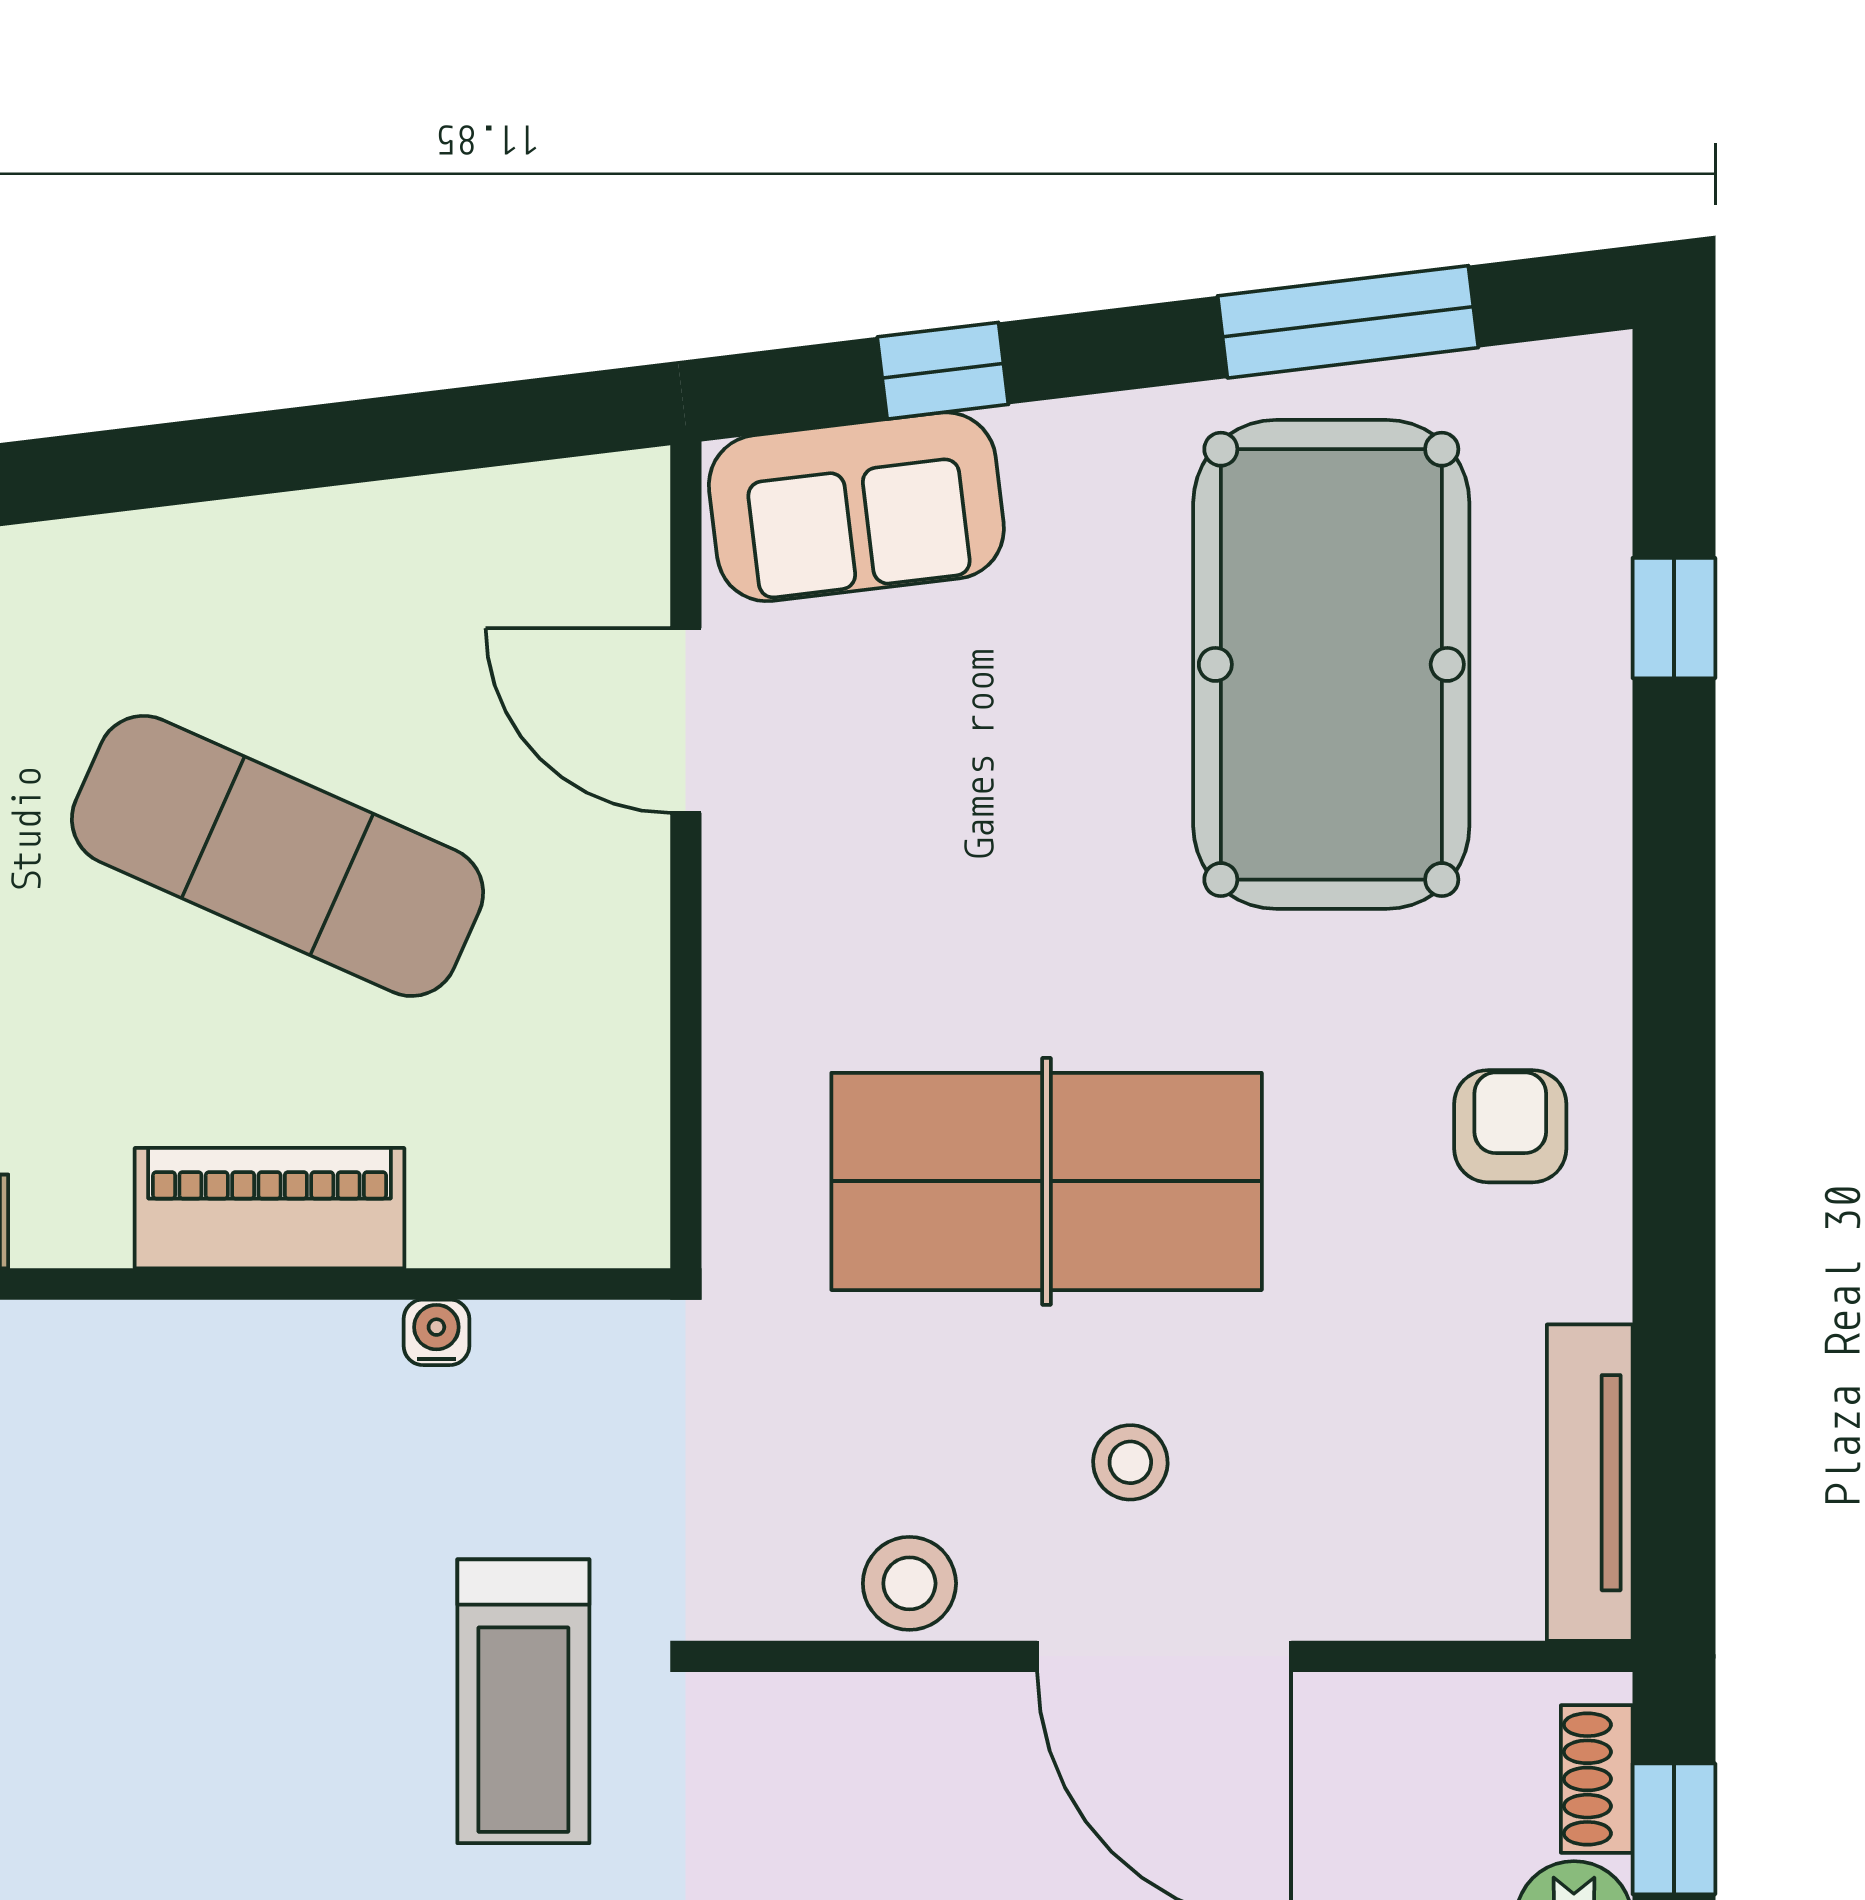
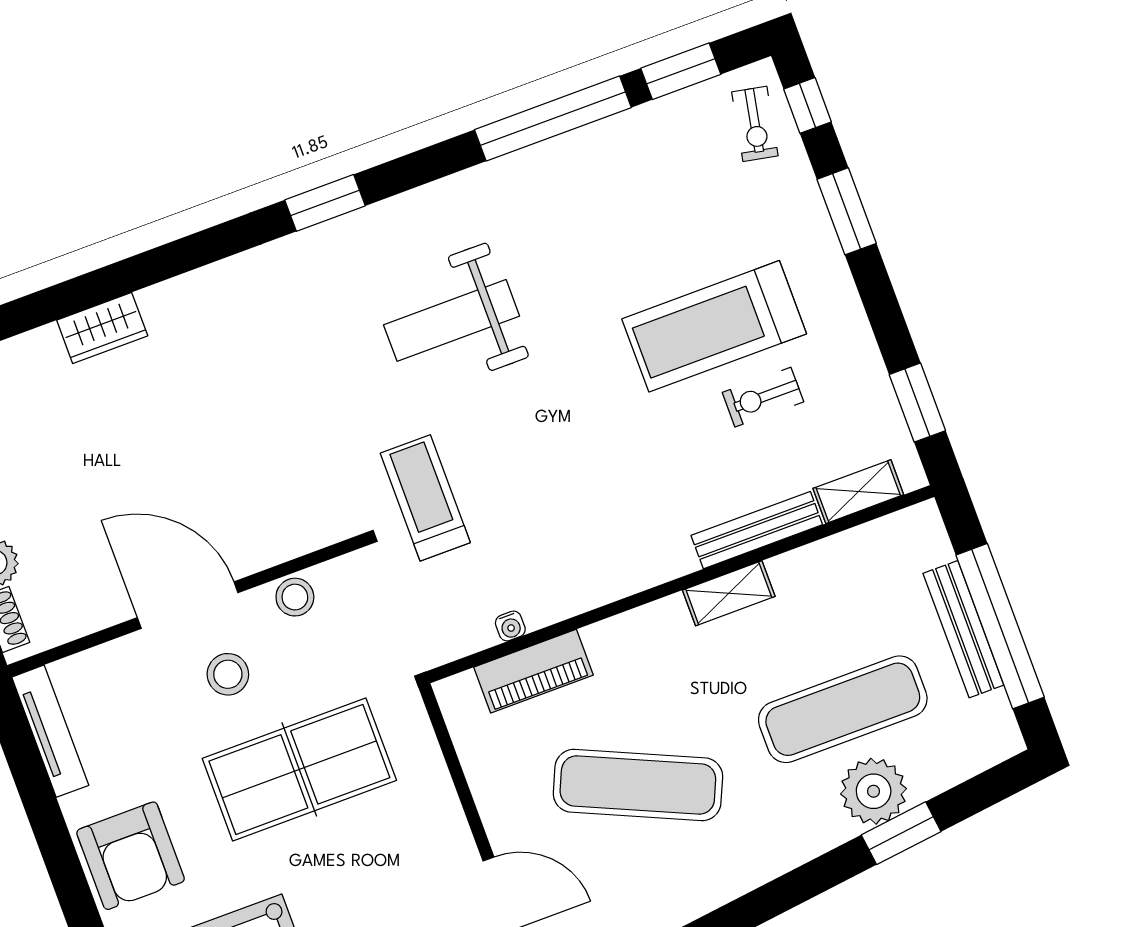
armchair: (1510, 1126) -> (131, 856), width x1.88, depth x1.88
piano: (270, 1208) -> (534, 671), moved
stool: (1130, 1462) -> (228, 674), width x1.37, depth x1.37

